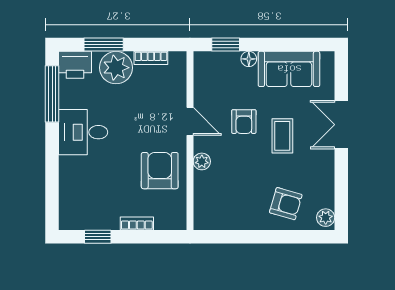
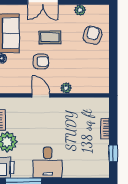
door: (190, 121) -> (41, 95), hinge flipped
armchair: (160, 171) -> (72, 114), removed
plant: (326, 218) -> (80, 10), moved

